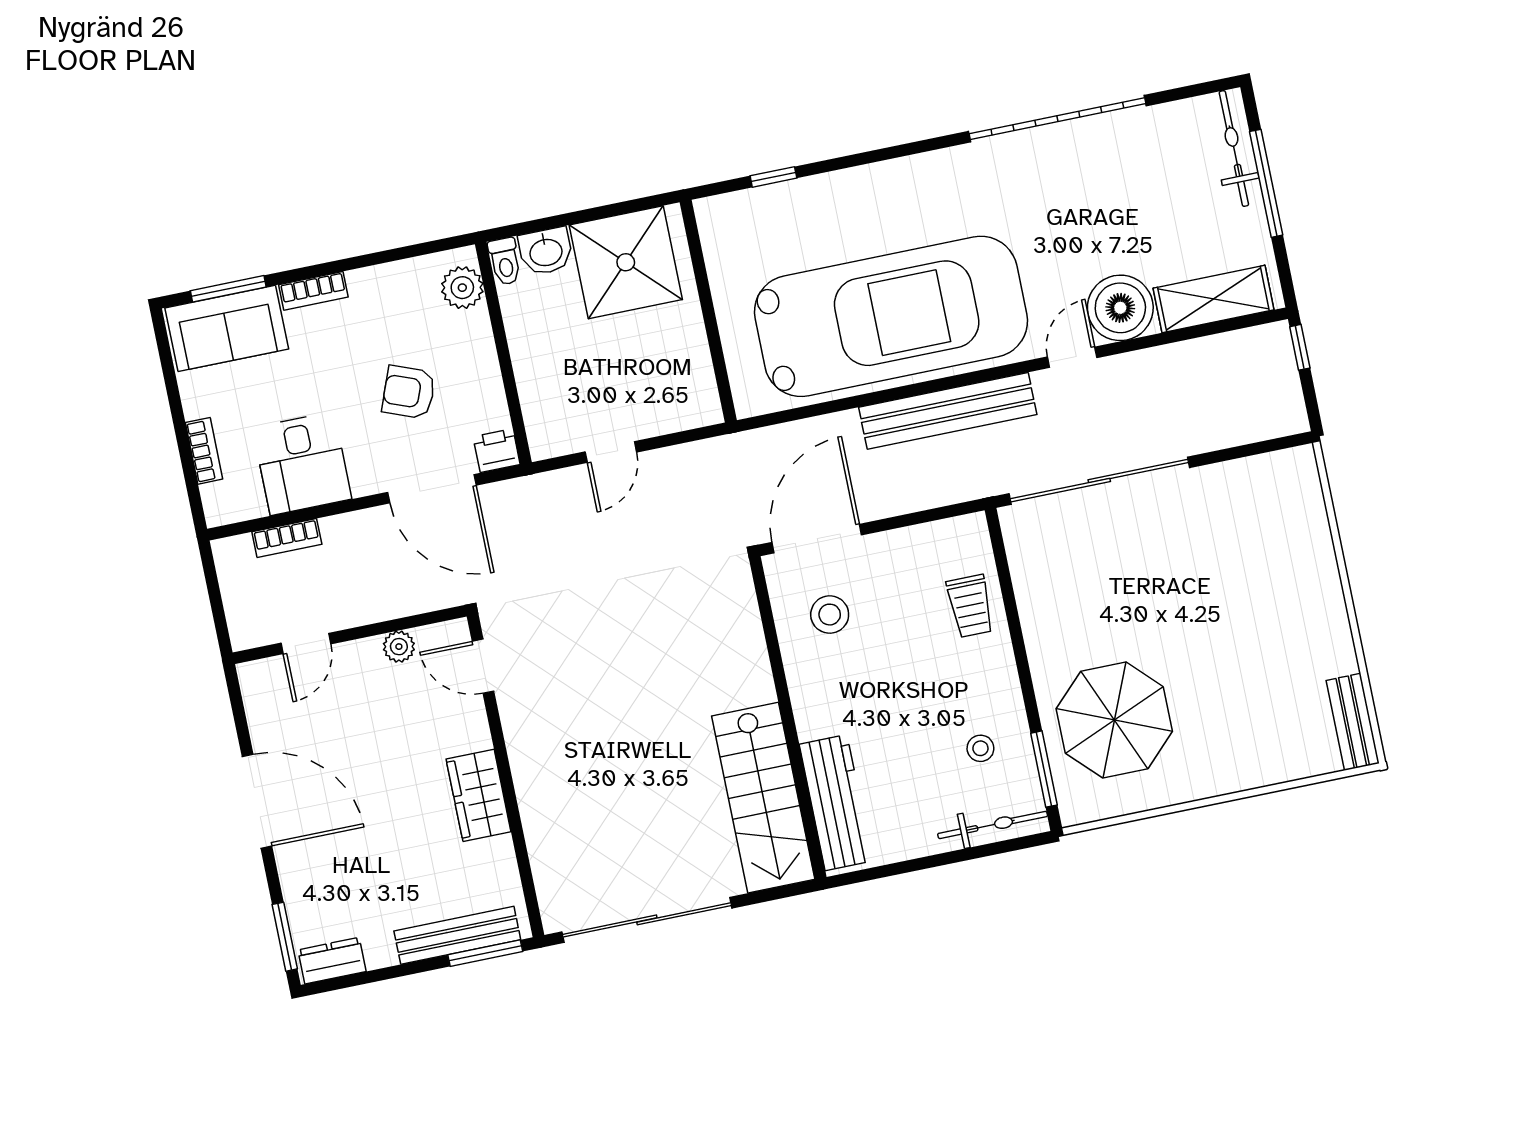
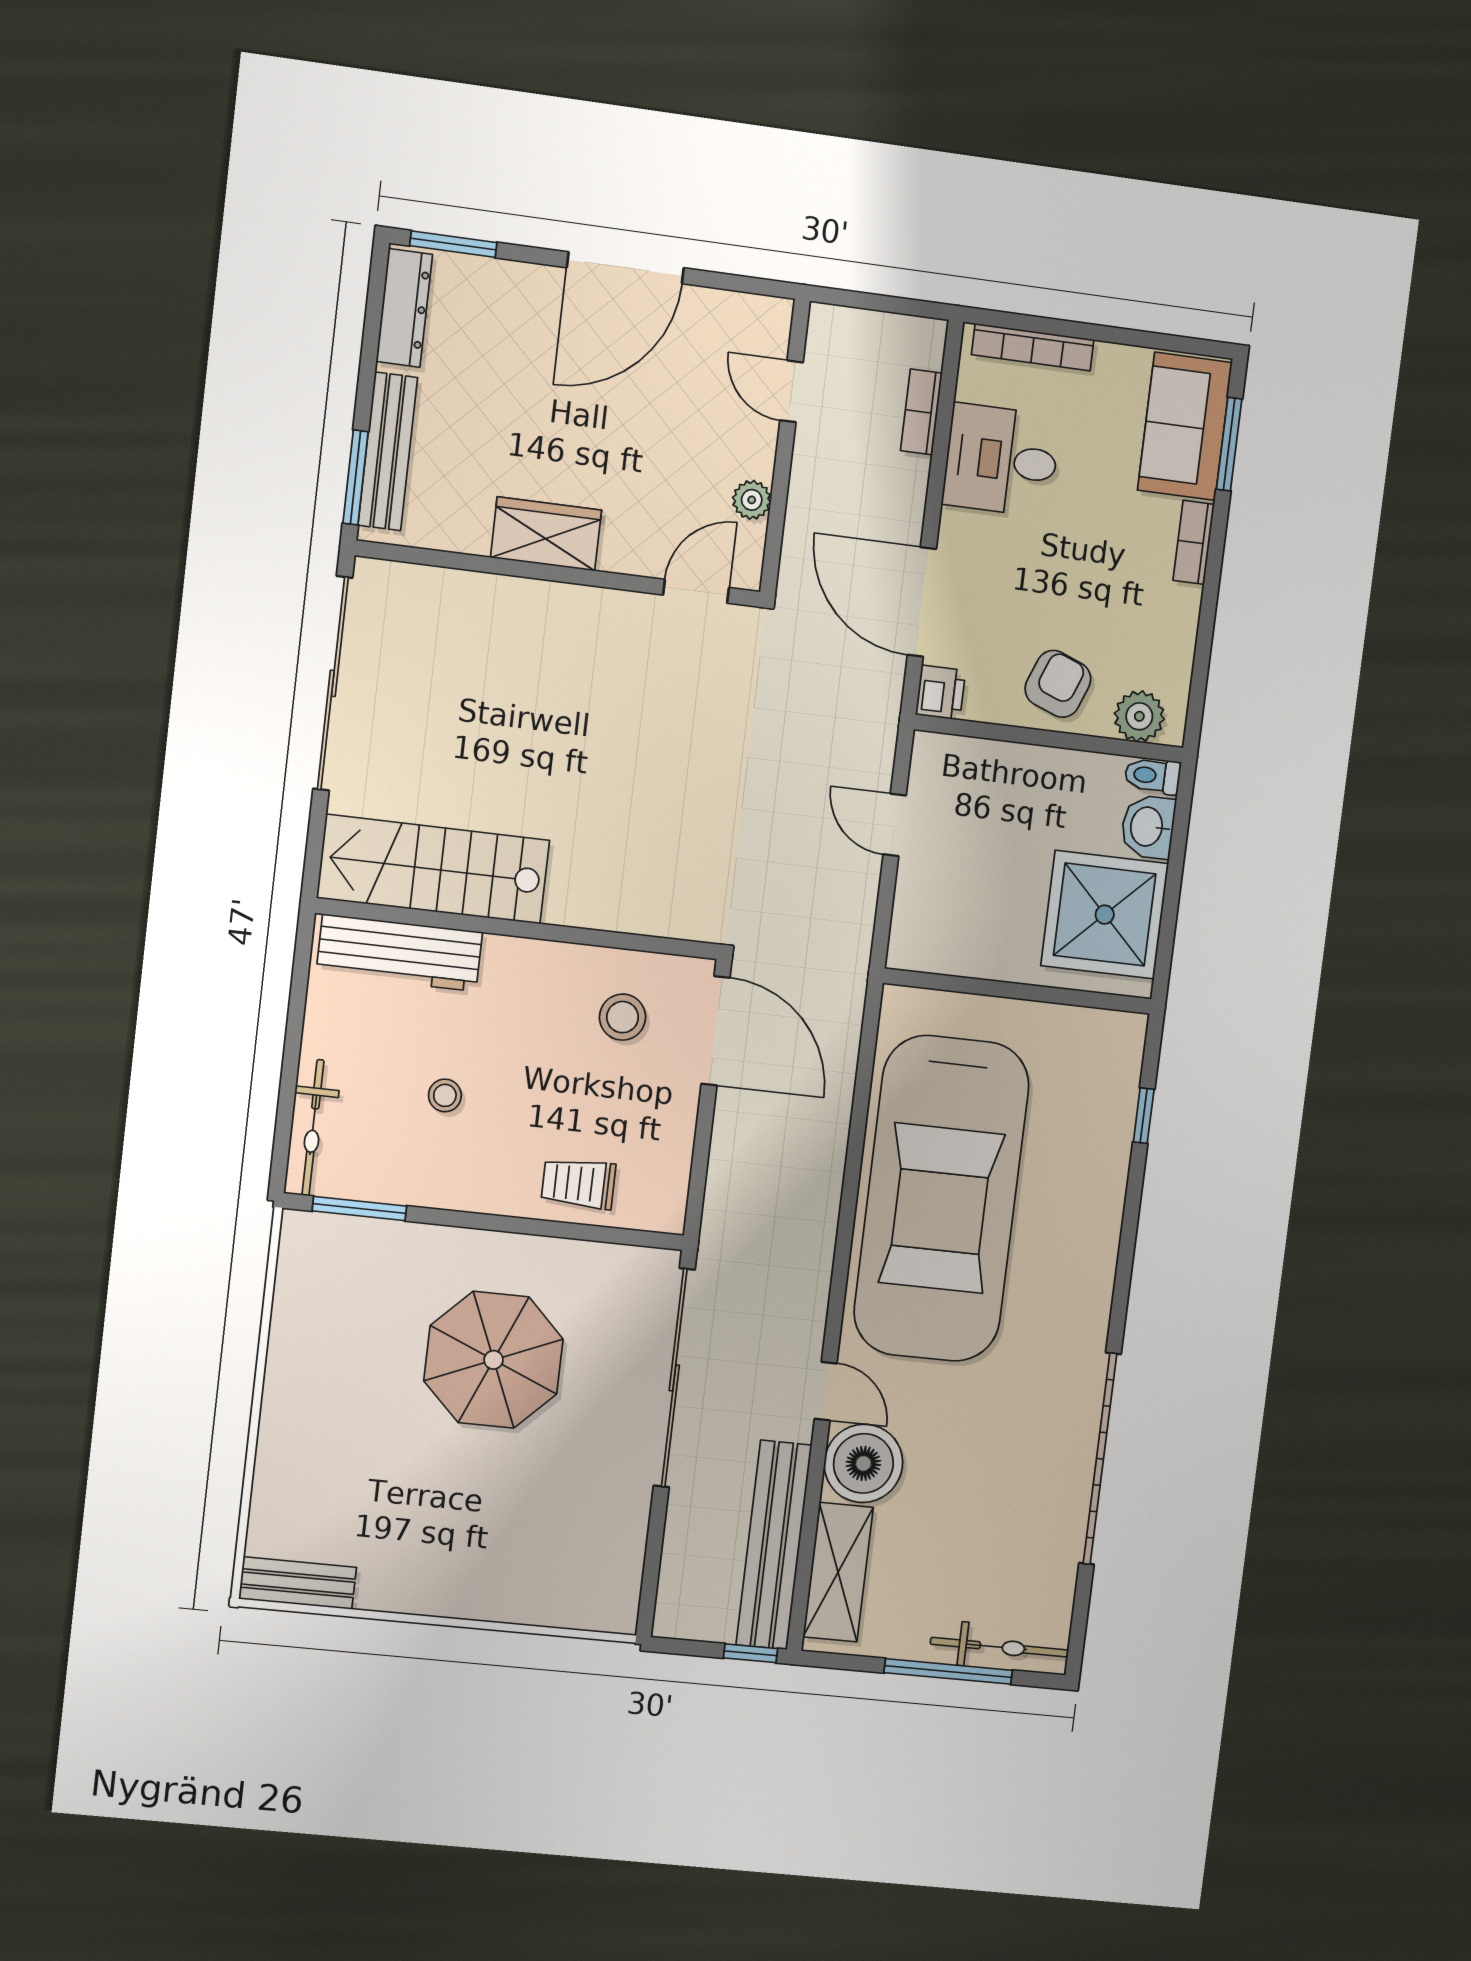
armchair: (409, 392) -> (1058, 684), moved
bench: (948, 411) -> (774, 1545), moved
bookcase: (204, 451) -> (1033, 347), width x1.56
door: (432, 489) -> (922, 602), hinge flipped
parasol: (1114, 720) -> (494, 1360), moved
stool: (980, 748) -> (445, 1095), moved
dresser: (332, 961) -> (404, 308), width x1.44

